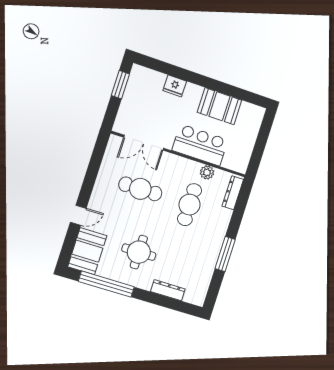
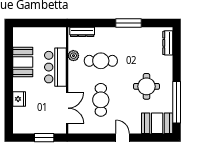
window: (120, 85) -> (44, 138), moved
door: (78, 215) -> (123, 138), moved
dresser: (168, 290) -> (168, 43), moved

